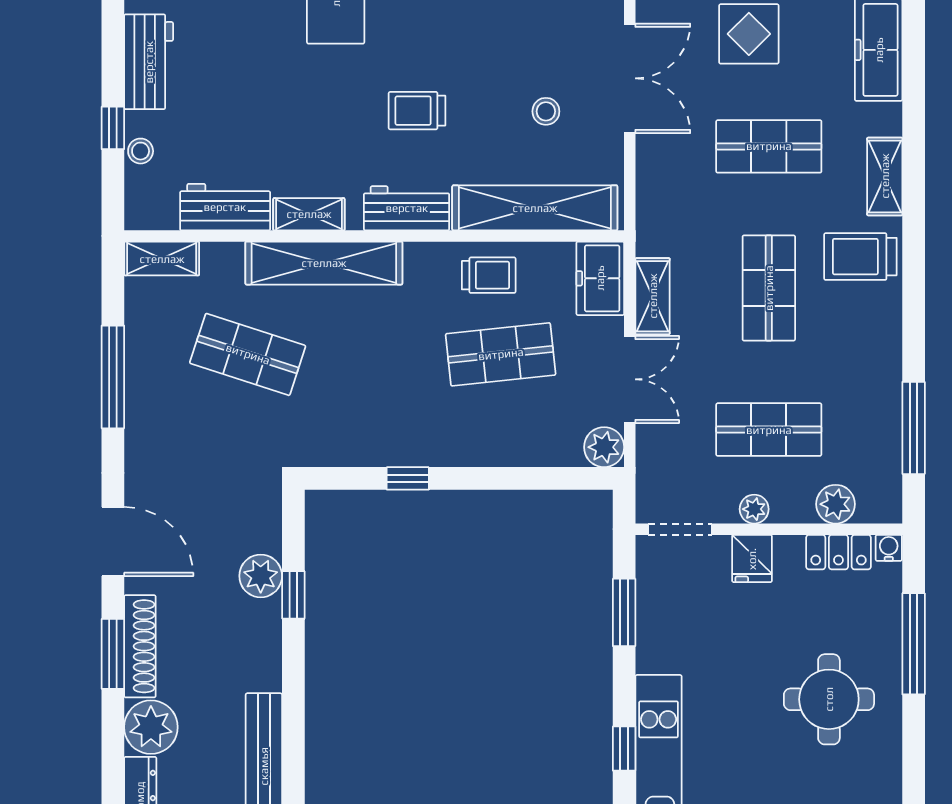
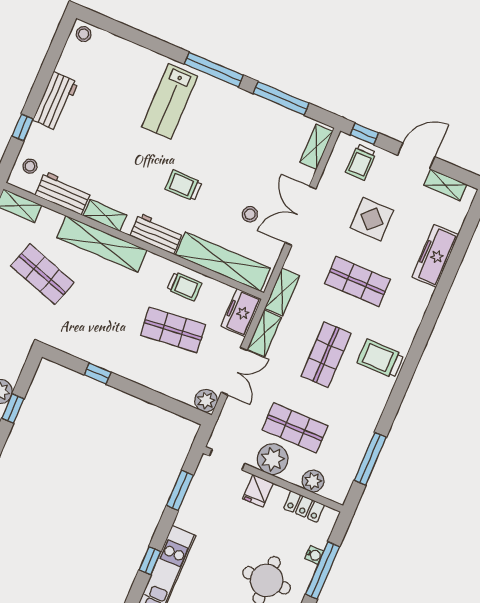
double door: (630, 78) -> (300, 216), swing flipped
stool: (141, 151) -> (30, 166), moved
shelving: (885, 176) -> (282, 292), moved
plant: (754, 509) -> (273, 459), width x1.88, depth x1.88
water cooler: (889, 548) -> (314, 555), moved, turned 90

